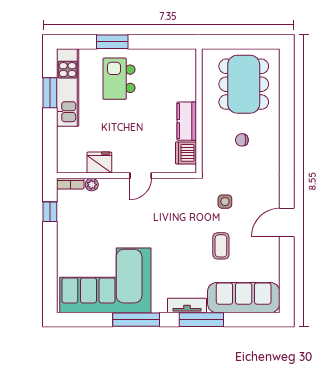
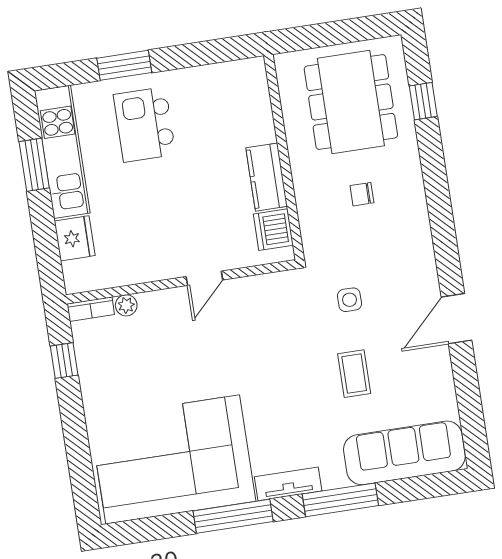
window: (287, 90) -> (423, 101), added
fridge: (99, 162) -> (75, 238), moved, turned 90
tv unit: (187, 305) -> (288, 484), moved

